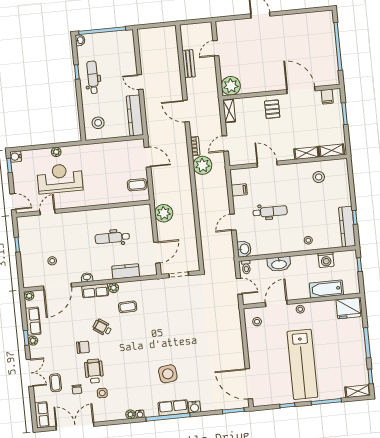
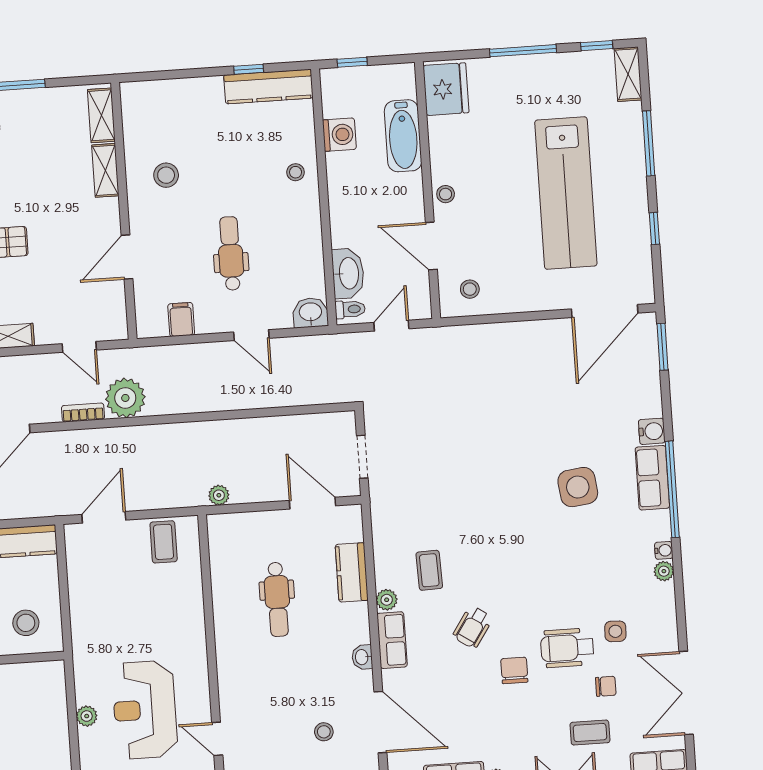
stool: (319, 177) -> (166, 175), moved
plant: (164, 213) -> (219, 495), width x0.53, depth x0.53
washbasin: (279, 264) -> (348, 273), moved
lab bench: (302, 364) -> (566, 193), turned 90

